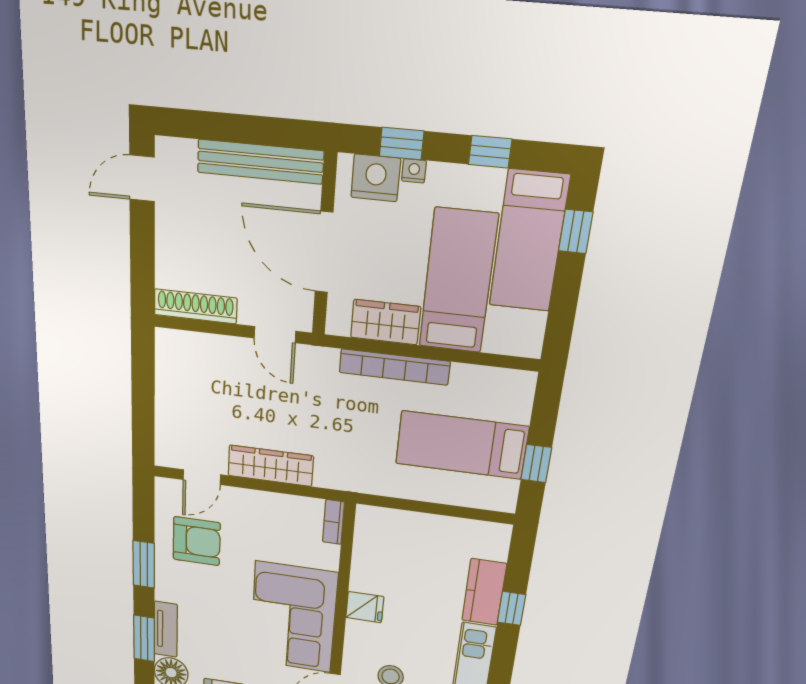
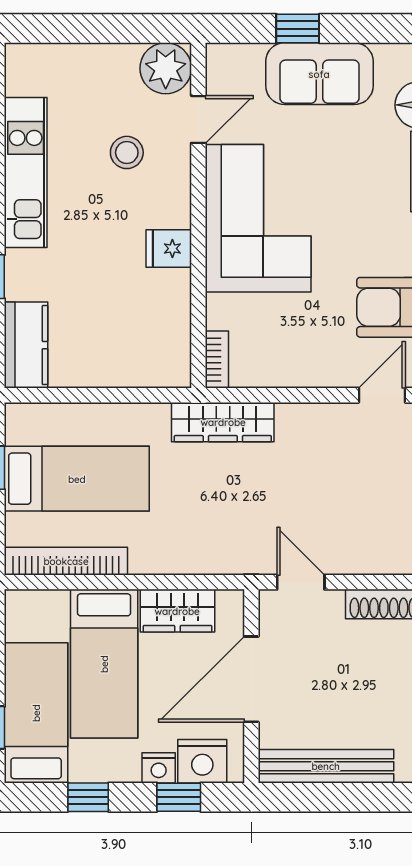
nightstand: (414, 171) -> (159, 768), width x1.39, depth x1.35
door: (324, 252) -> (251, 679), swing flipped
bookcase: (394, 367) -> (66, 561), moved
wardrobe: (271, 466) -> (223, 422), moved
kitchen counter: (484, 592) -> (26, 345), moved

